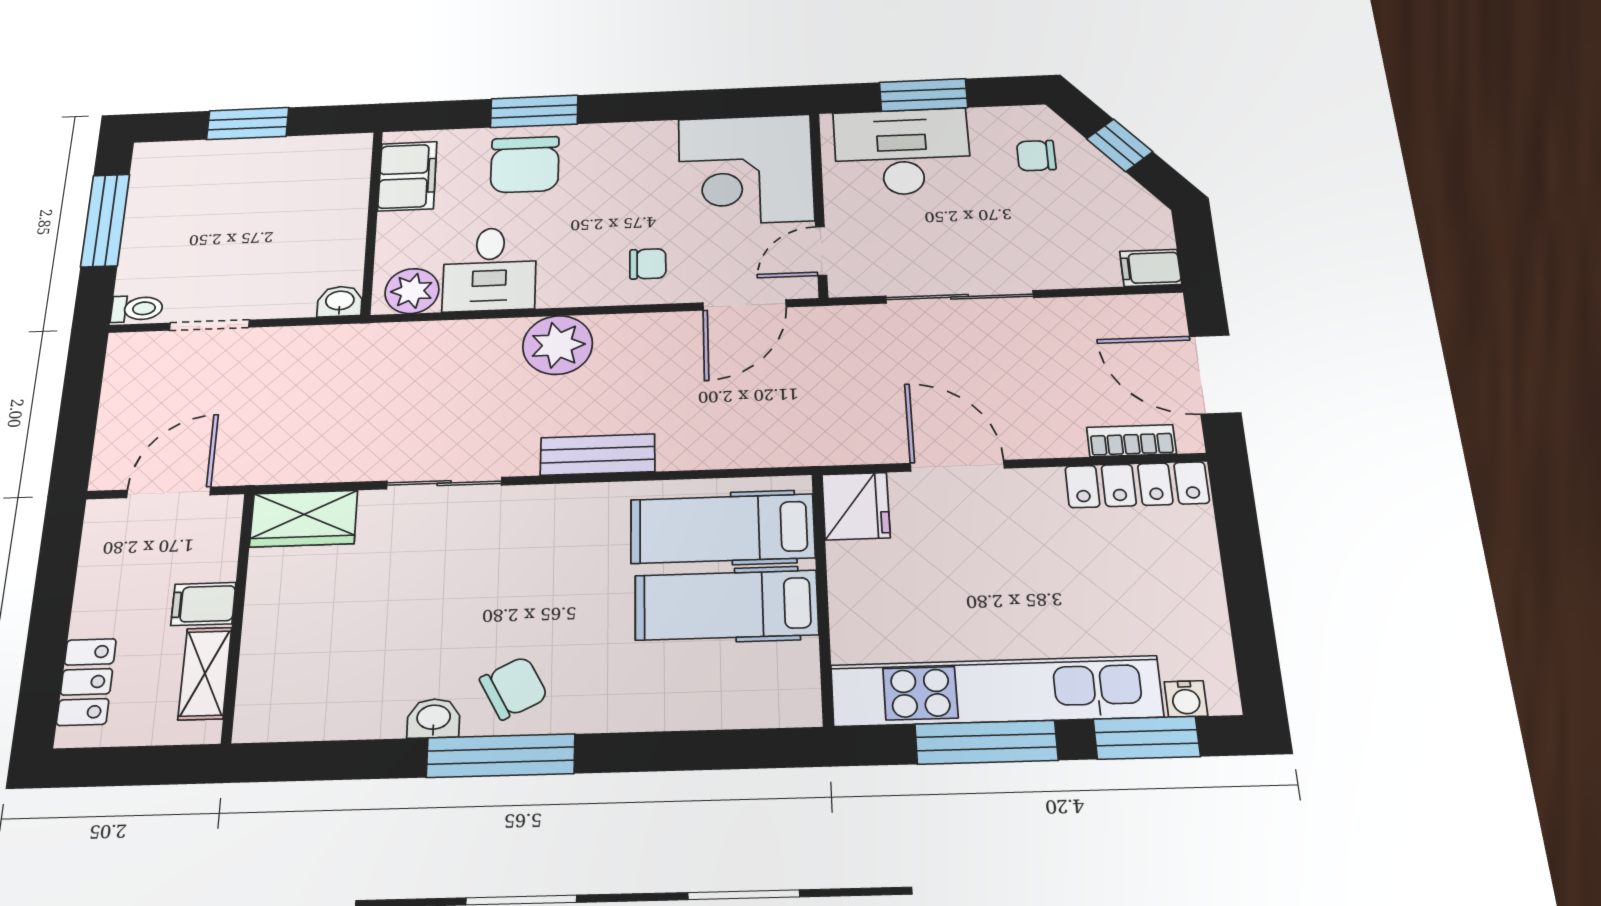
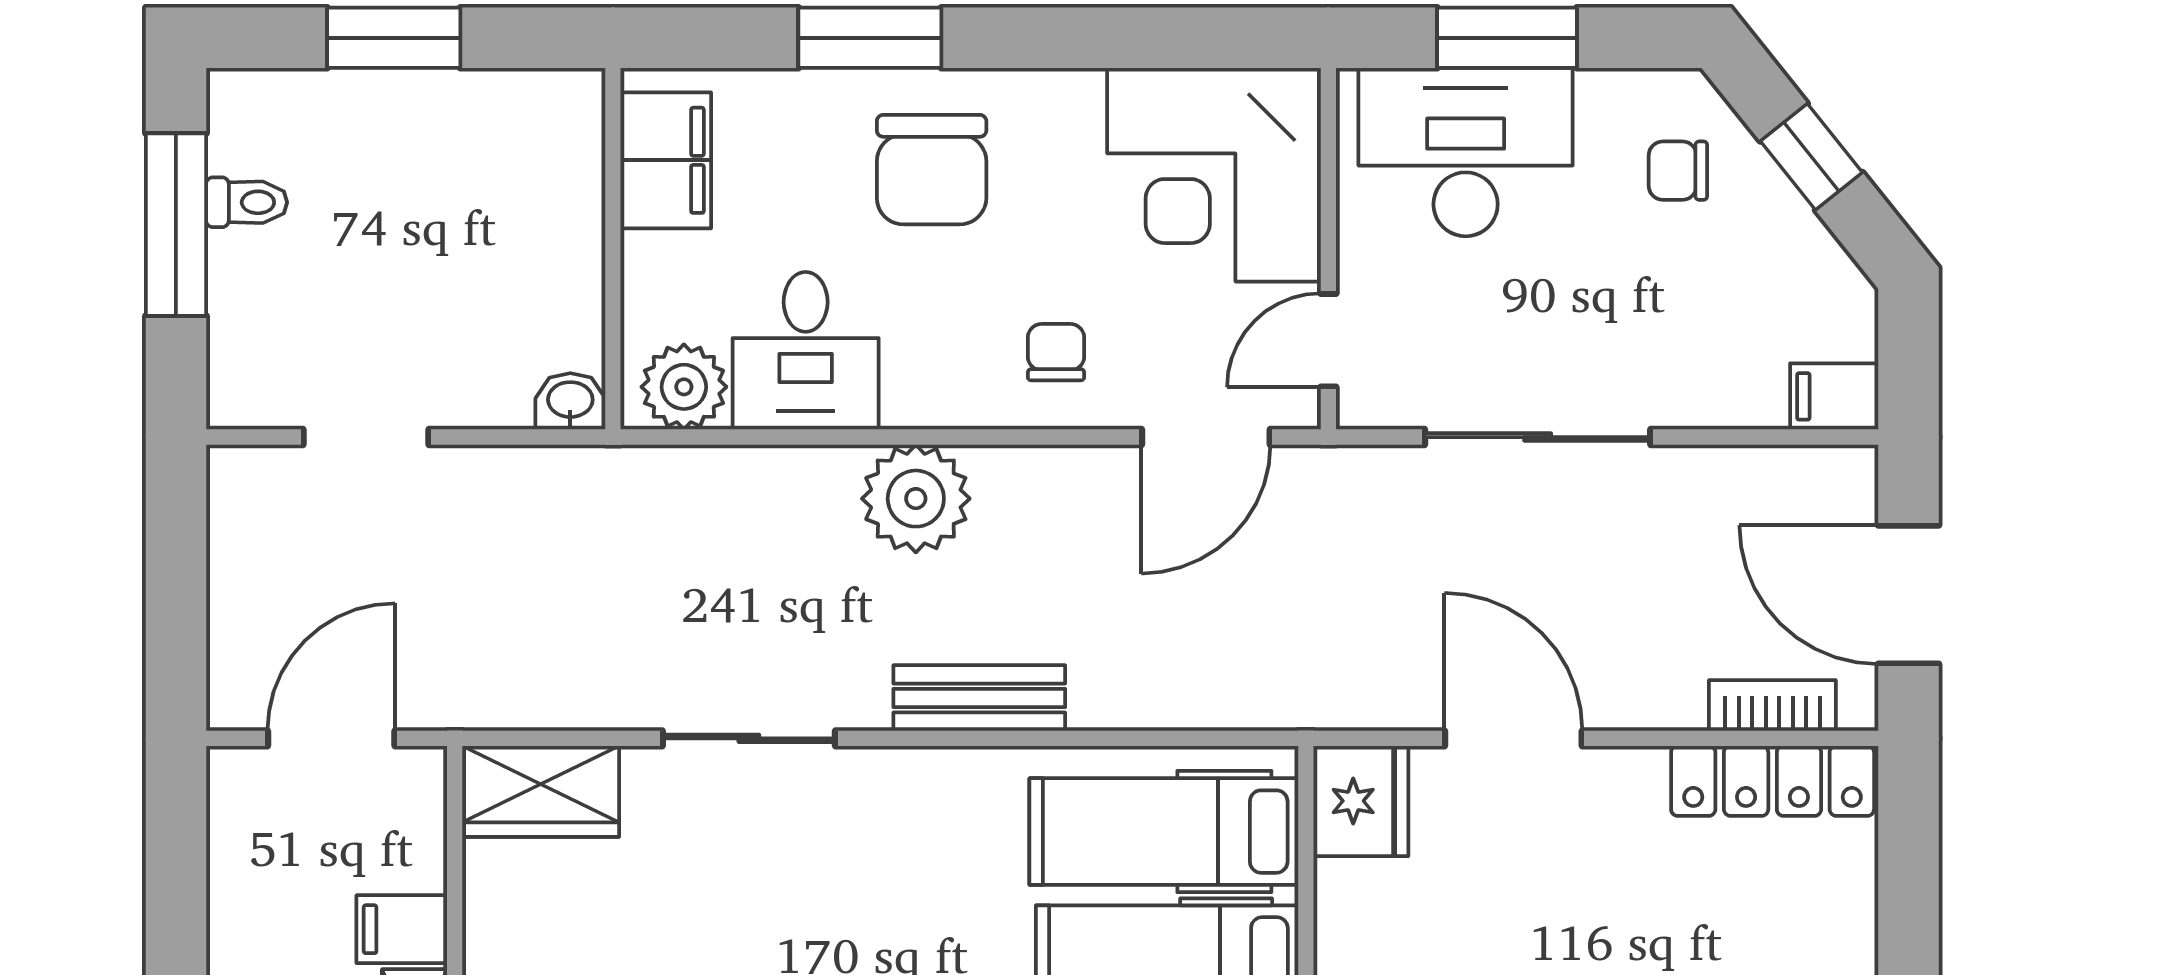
chair: (525, 165) -> (932, 170), moved
chair: (648, 264) -> (1056, 352), turned -90
toilet: (137, 309) -> (247, 202), moved

